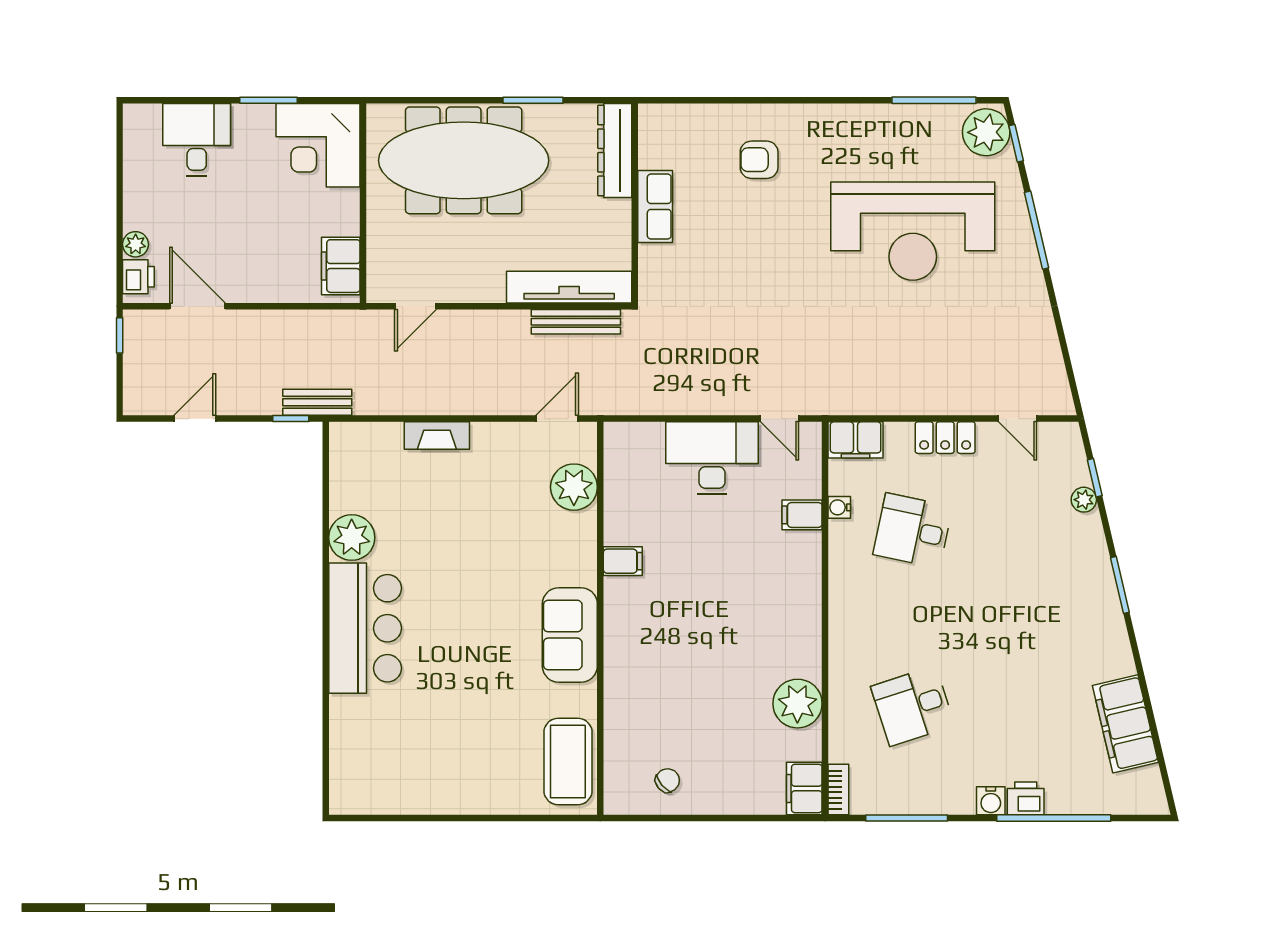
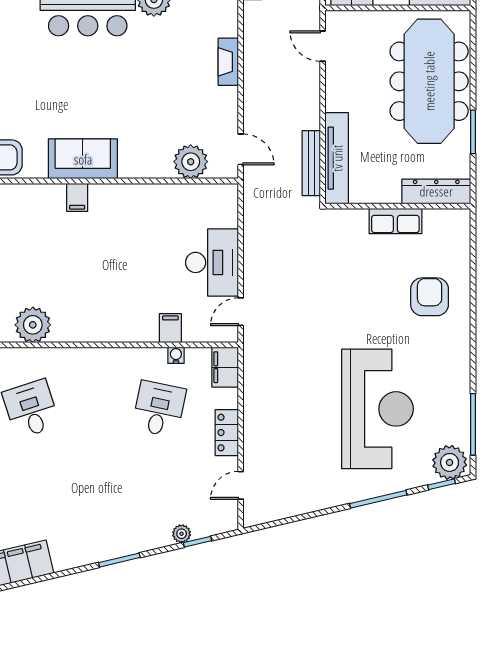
armchair: (759, 160) -> (430, 297), width x1.38, depth x1.38
reception desk: (913, 231) -> (377, 409), turned 180
filing cabinet: (623, 561) -> (77, 197), moved

